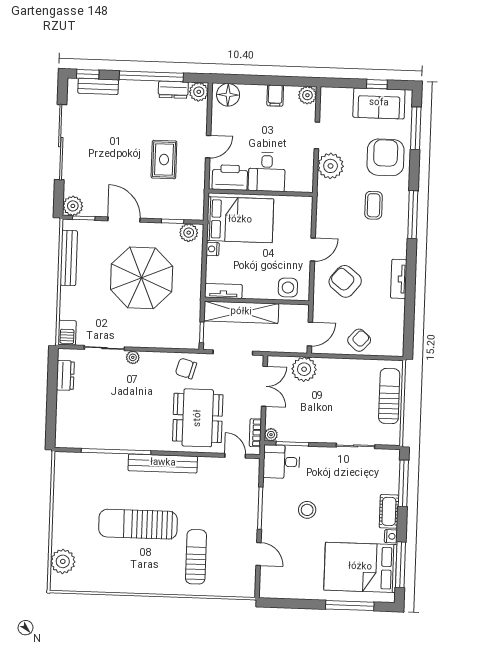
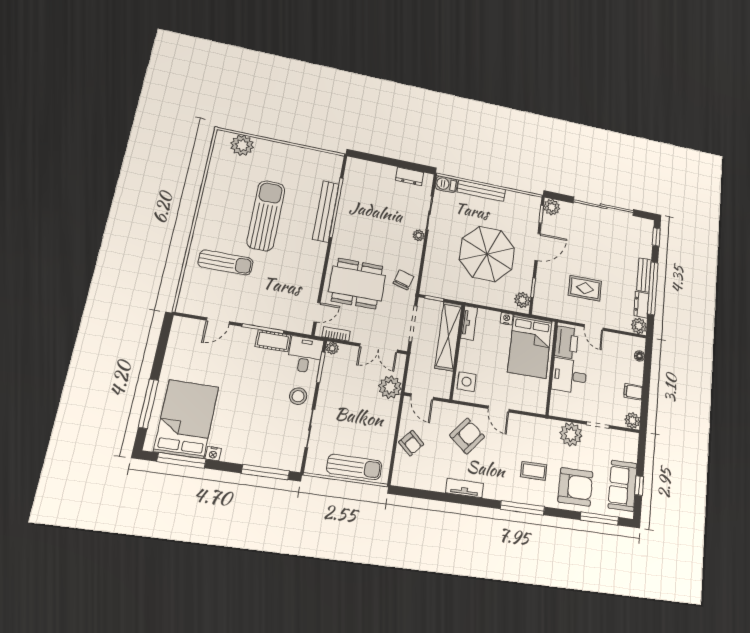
bench: (98, 86) -> (644, 275), moved
floor lamp: (228, 95) -> (639, 356), width x0.53, depth x0.53
bench: (69, 258) -> (481, 191), moved
bench: (163, 463) -> (326, 212), moved
stool: (307, 510) -> (298, 396), moved
cot: (389, 511) -> (273, 341), moved

